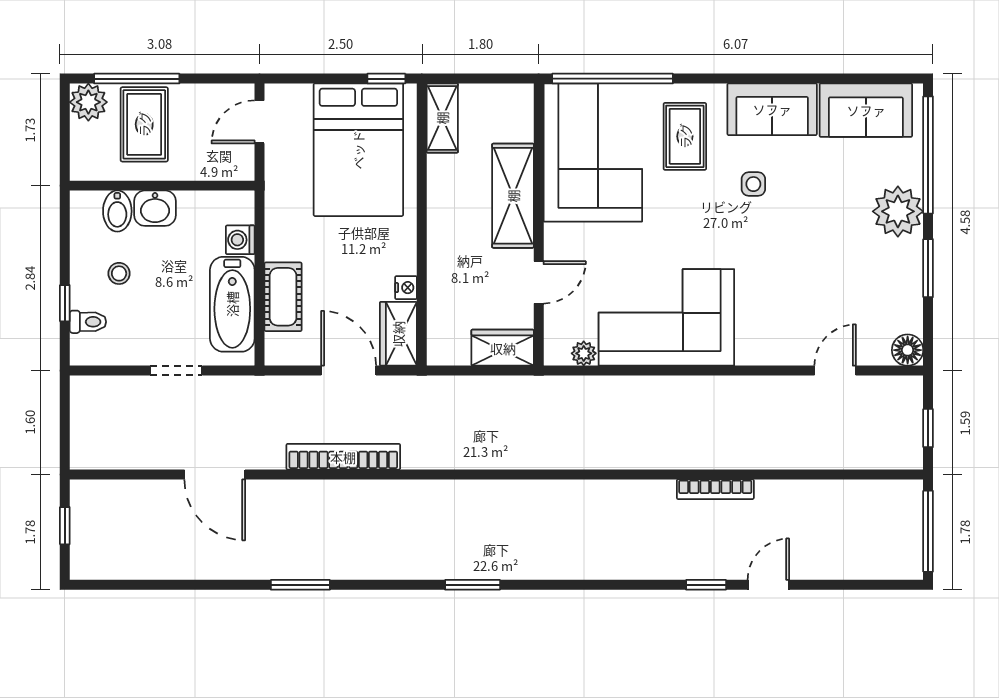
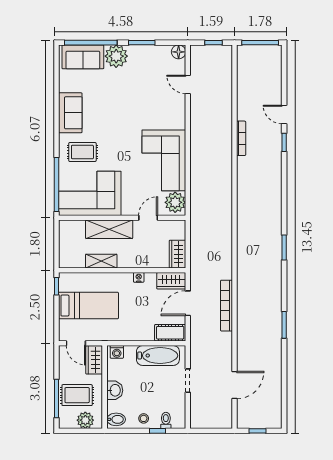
plant: (88, 102) -> (85, 420), moved
sofa: (866, 110) -> (83, 57), moved, turned 90
shelving: (442, 118) -> (101, 261), moved
bed: (358, 150) -> (88, 306), width x0.67
wardrobe: (222, 162) -> (94, 360), added
side table: (753, 184) -> (104, 121), removed
bidet: (117, 211) -> (116, 419), moved
washing machine: (240, 240) -> (117, 352), moved
stool: (119, 273) -> (144, 418), moved
door: (539, 282) -> (148, 218), hinge flipped
nightstand: (406, 288) -> (139, 277), moved
cot: (283, 297) -> (170, 333), moved
wardrobe: (503, 348) -> (177, 254), moved
plant: (584, 353) -> (175, 202), width x1.88, depth x1.88
door: (215, 474) -> (234, 385), moved

